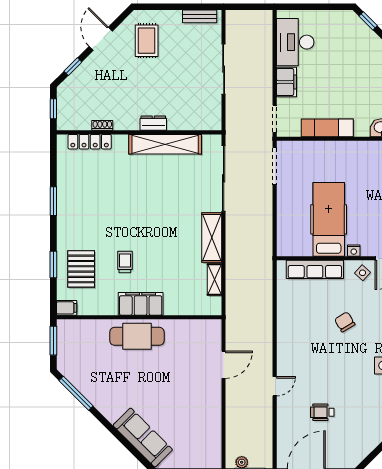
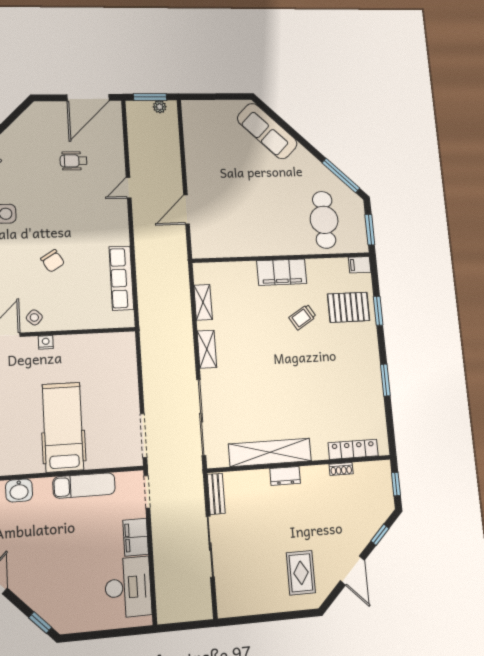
bench: (200, 16) -> (216, 494), moved, turned 90
hospital bed: (329, 219) -> (63, 427), moved, turned 180
shelving: (212, 237) -> (207, 349), width x0.67, depth x0.75
trolley: (125, 262) -> (303, 317), turned 58
pallet: (81, 269) -> (349, 307), turned 90
row of seats: (315, 269) -> (121, 278), moved, turned -90
cafe table: (137, 336) -> (324, 220), moved, turned 90
wheelchair: (322, 412) -> (74, 161), turned 180

